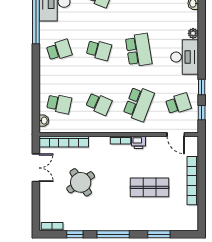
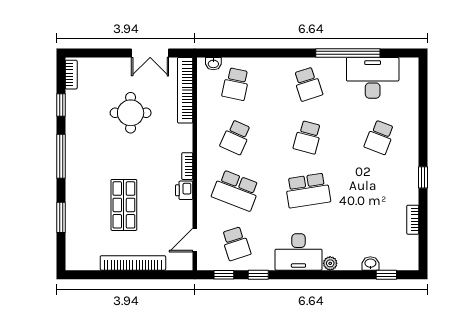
round table: (81, 182) -> (131, 113), turned 34

